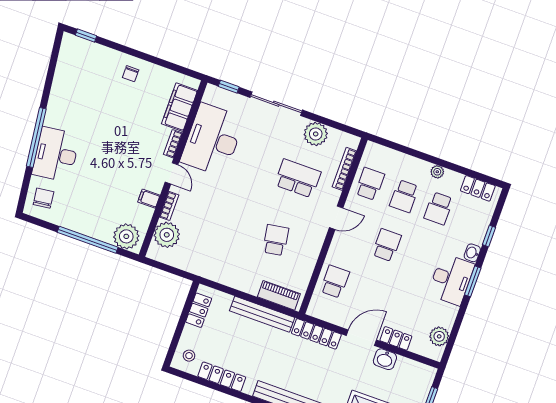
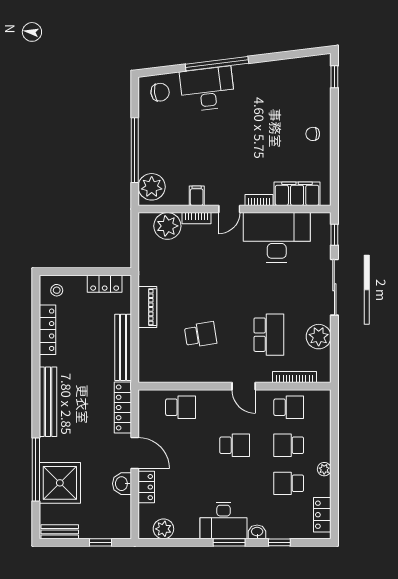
piano: (279, 295) -> (147, 307), moved

